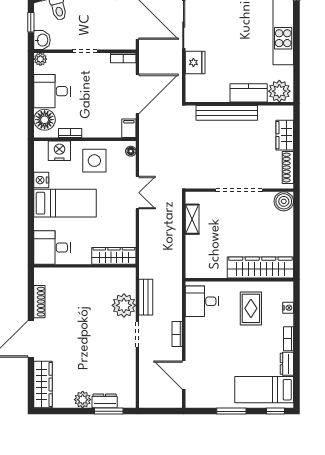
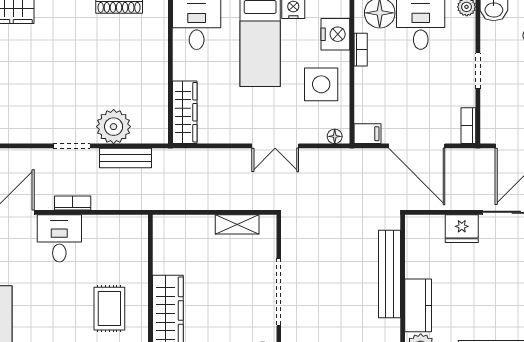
desk: (202, 301) -> (59, 238), moved
rug: (251, 308) -> (109, 309), turned 90

